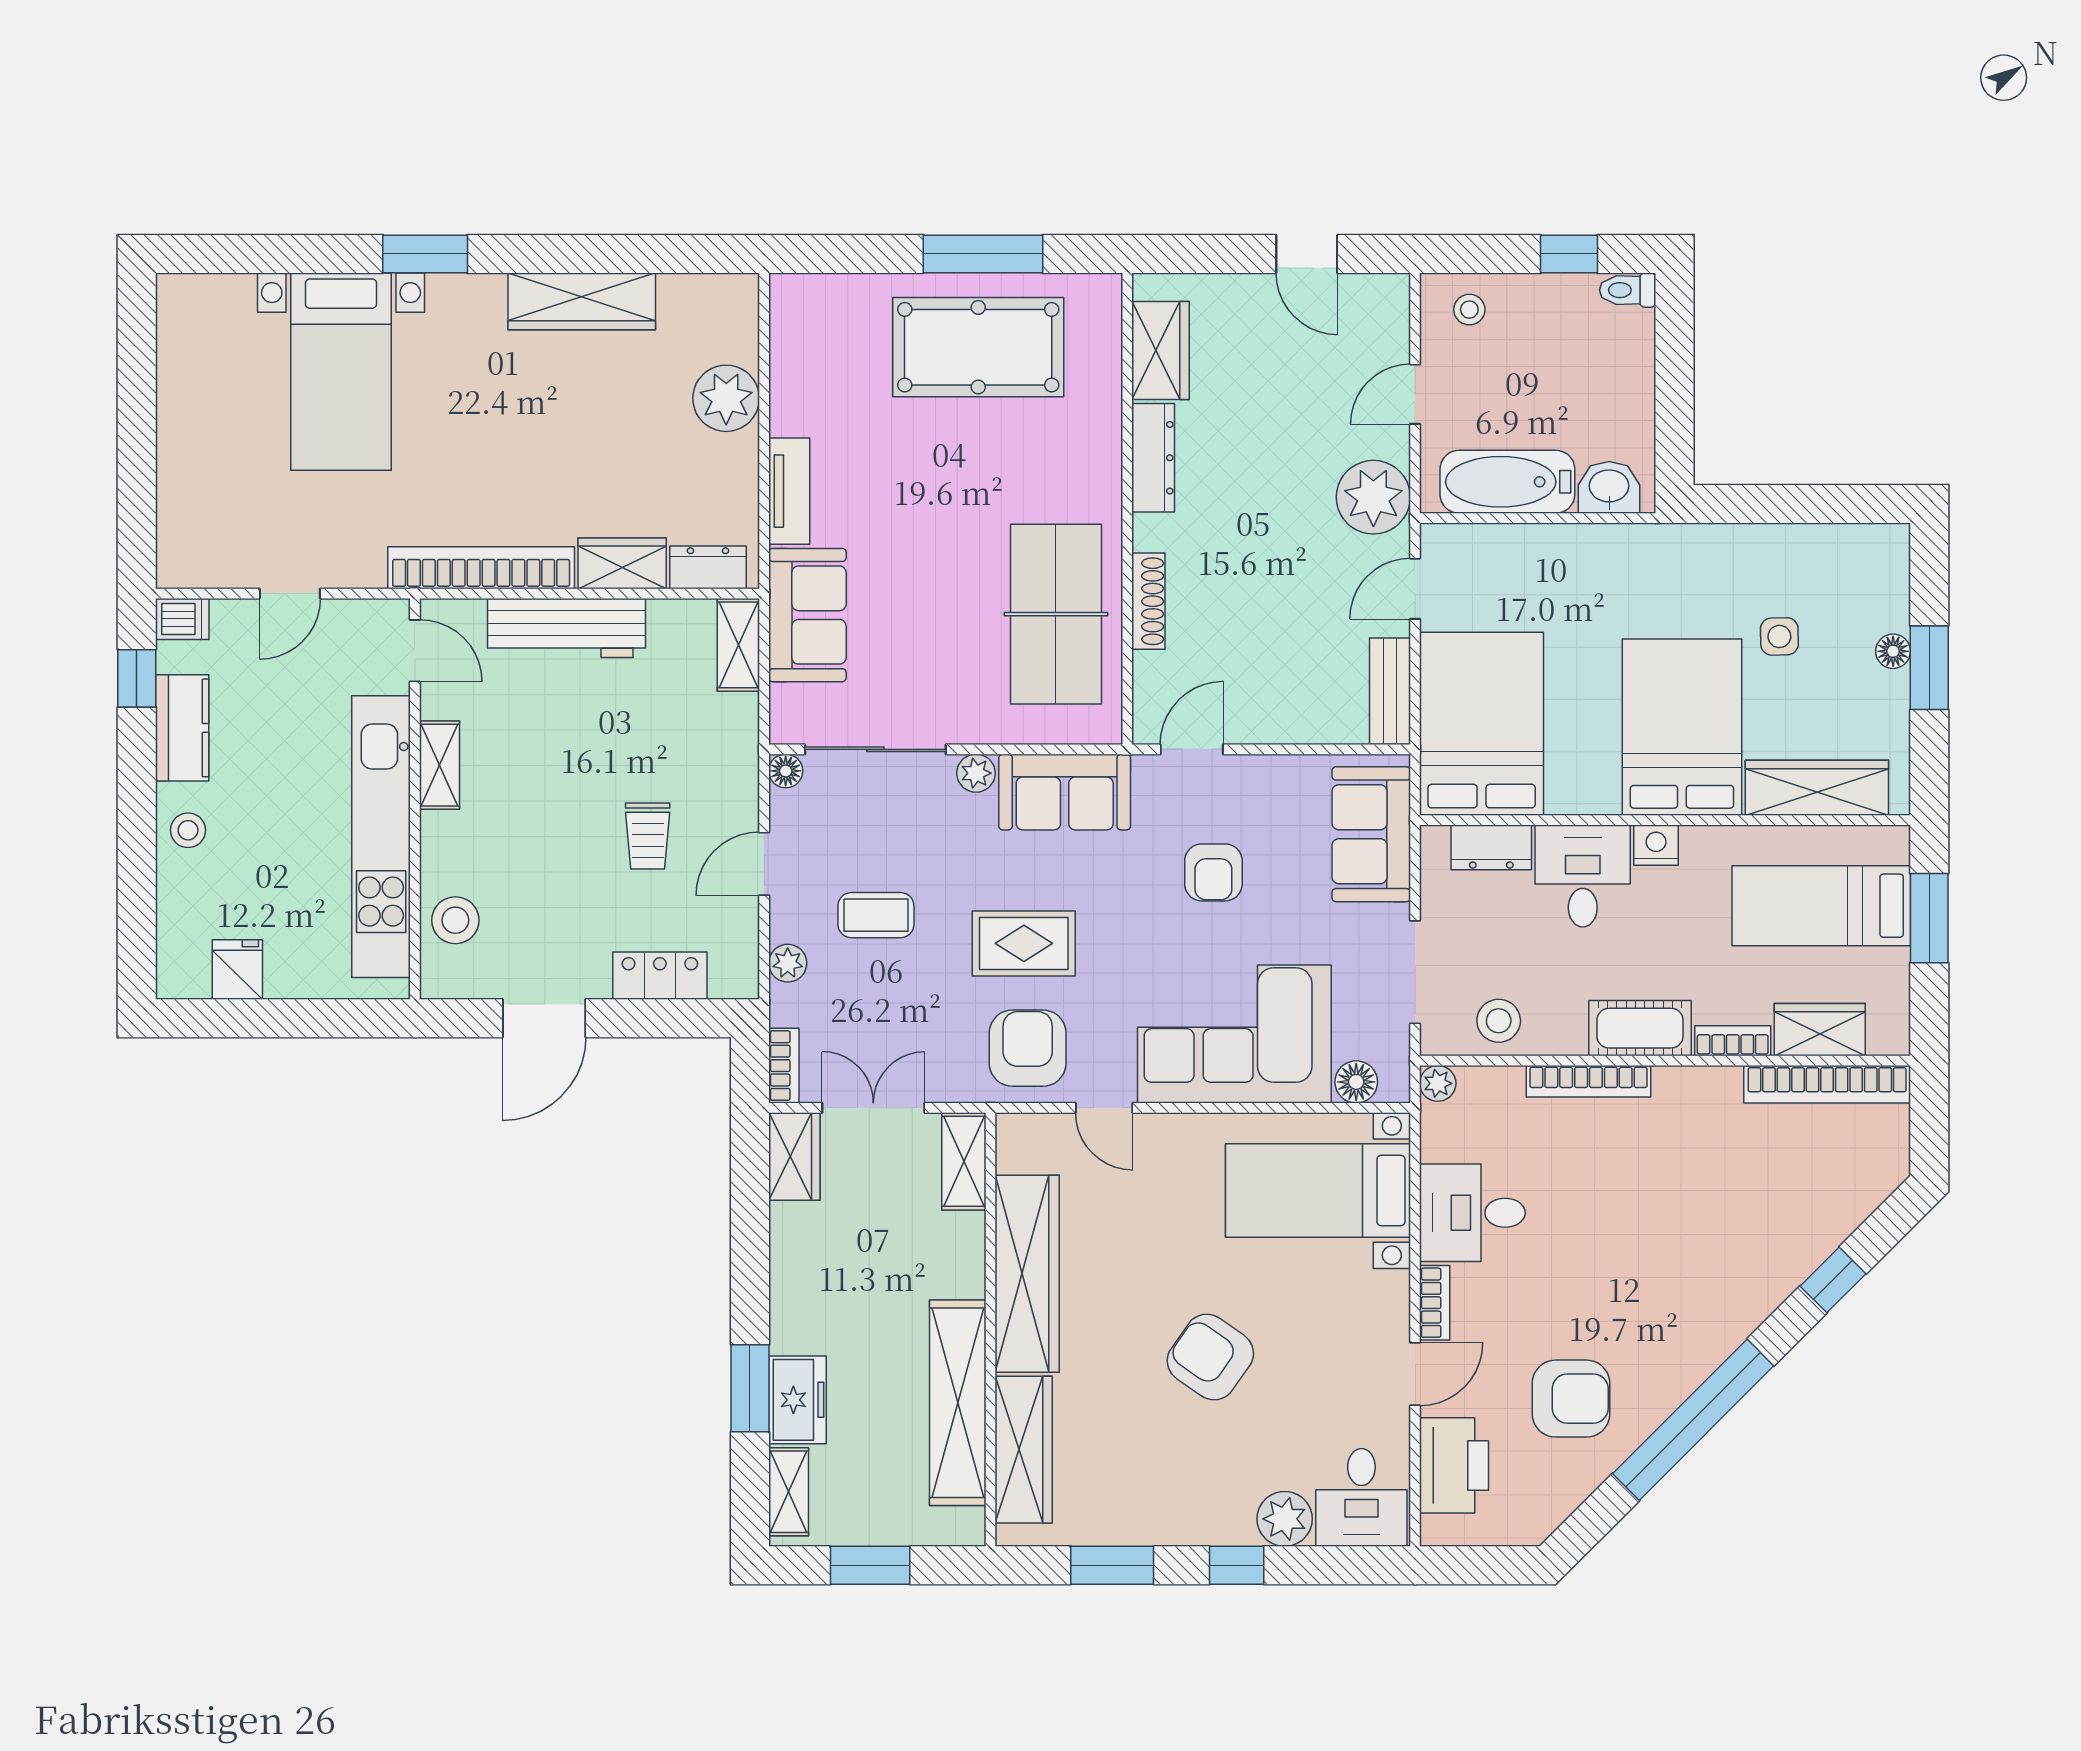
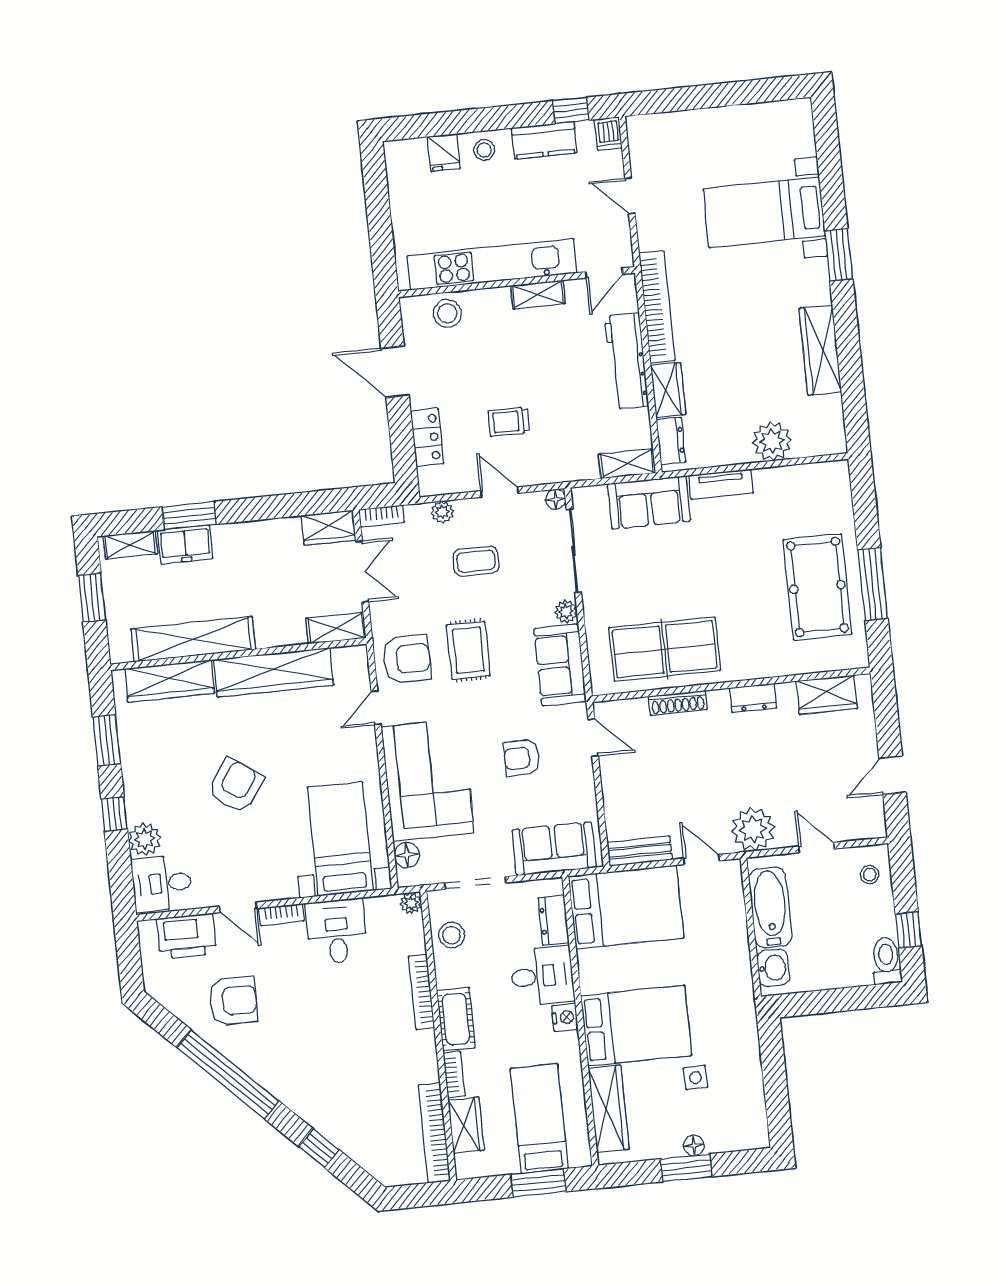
toilet: (1628, 290) -> (886, 961), width x1.37, depth x1.39
dresser: (1153, 458) -> (753, 698), width x0.70
coffee table: (876, 915) -> (476, 561), turned 90
fridge: (237, 969) -> (444, 153), moved, turned 90
armchair: (1571, 1399) -> (233, 1001), turned -90

